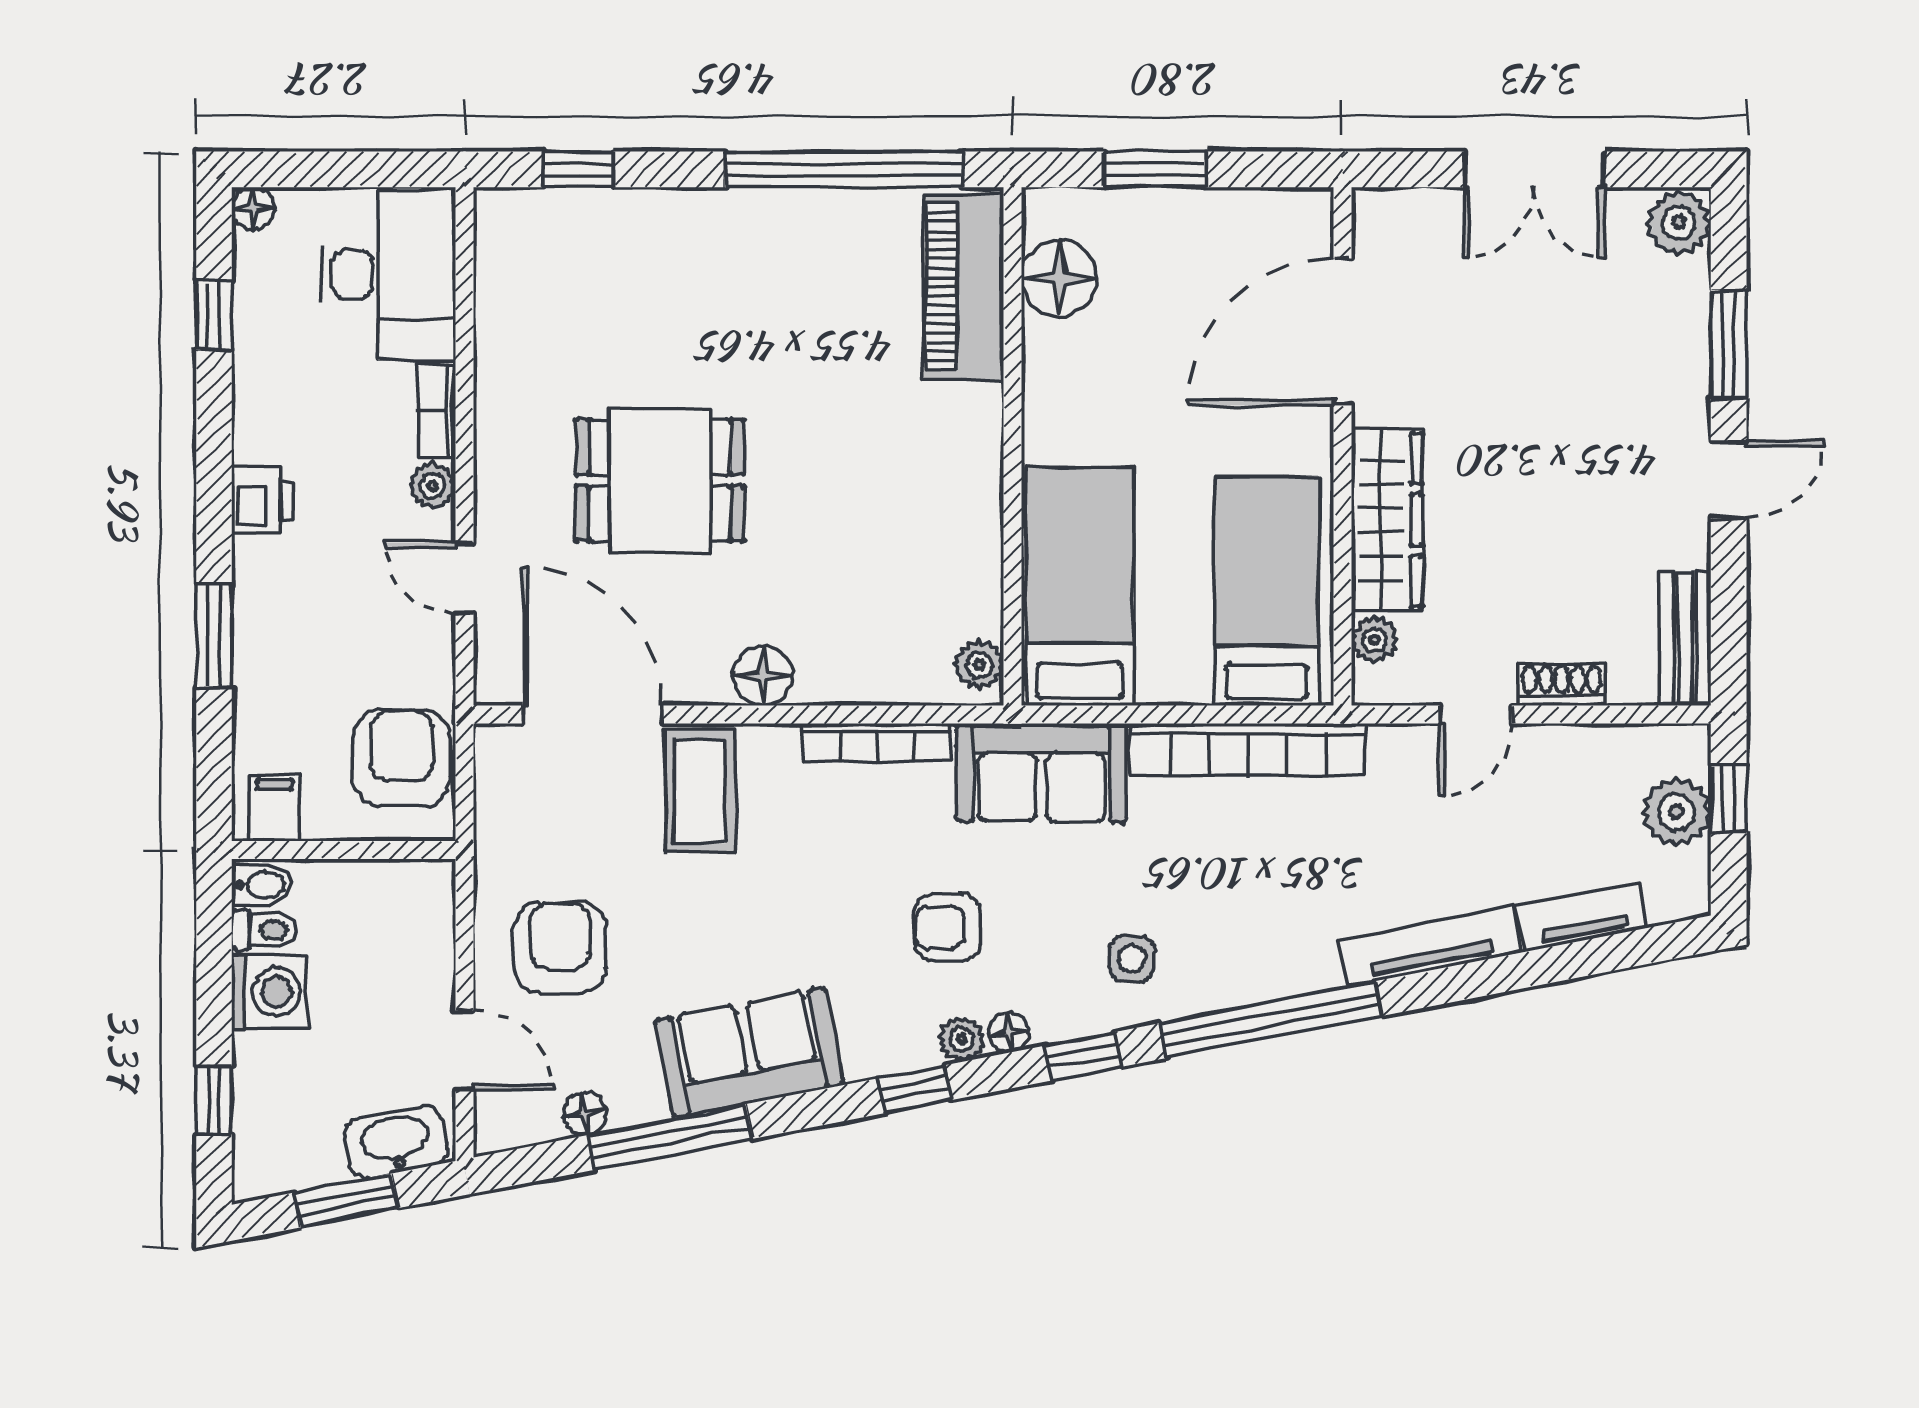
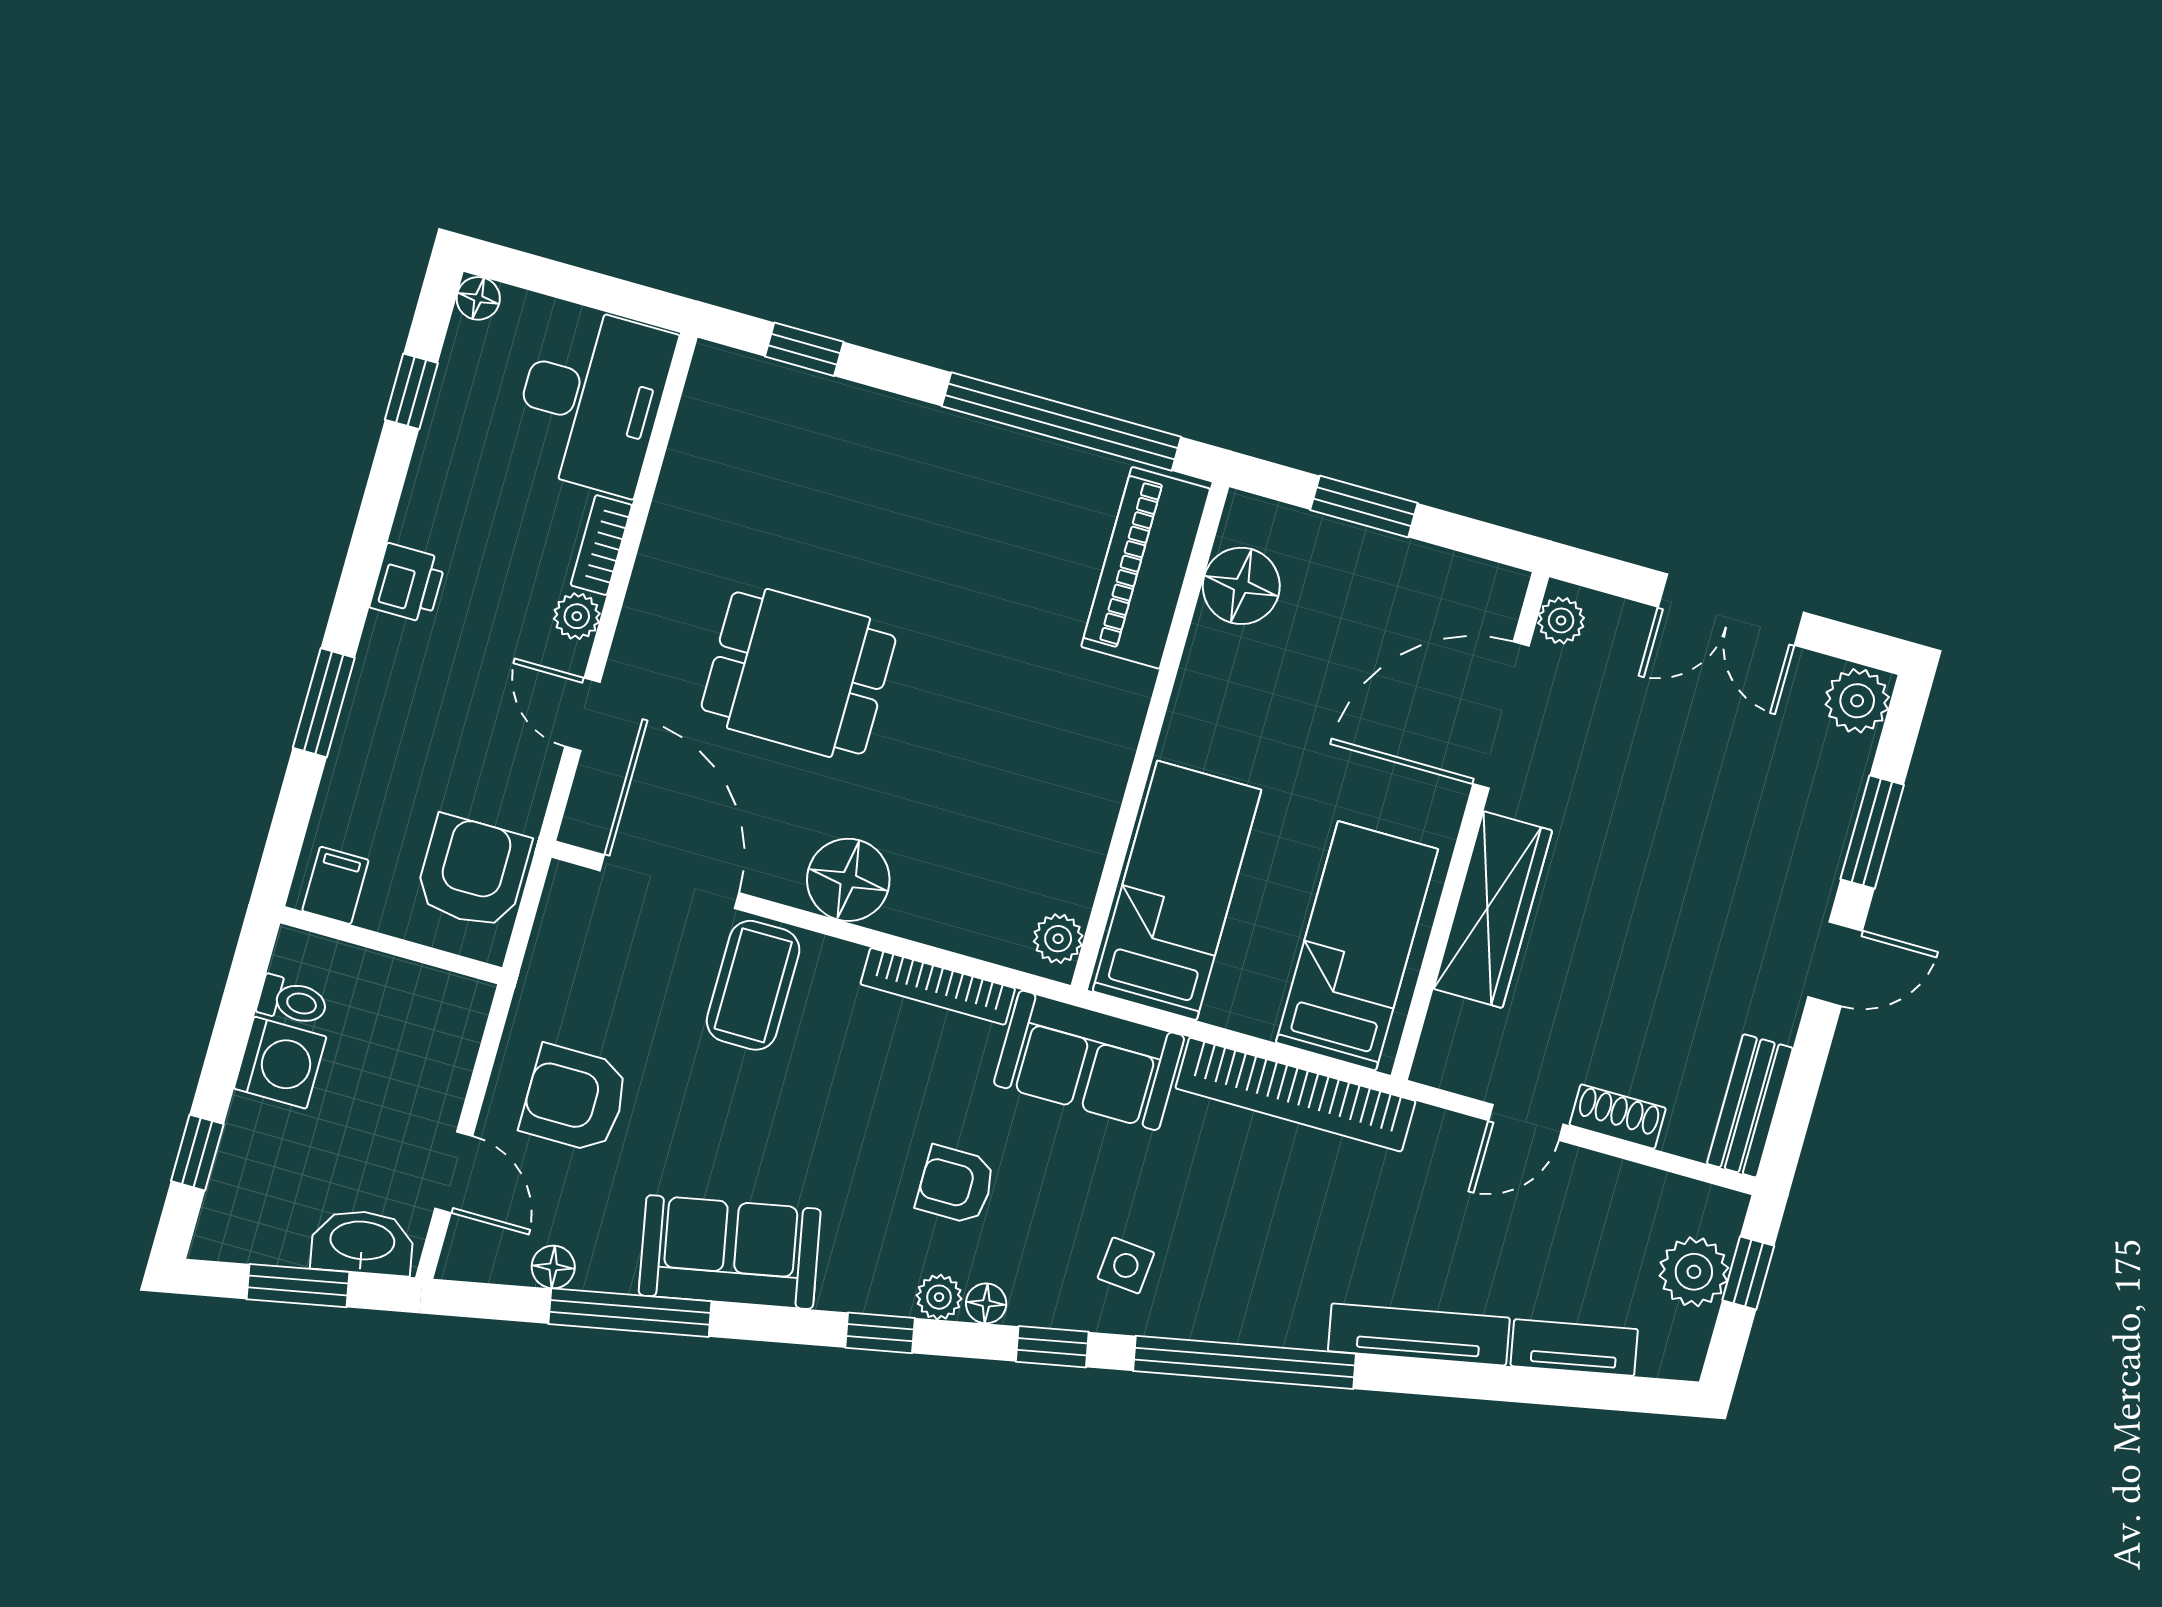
plant: (1374, 640) -> (1561, 620), moved
floor lamp: (763, 676) -> (848, 880), width x1.38, depth x1.38
bidet: (262, 885) -> (302, 956), removed
armchair: (560, 947) -> (575, 1099), turned -90

